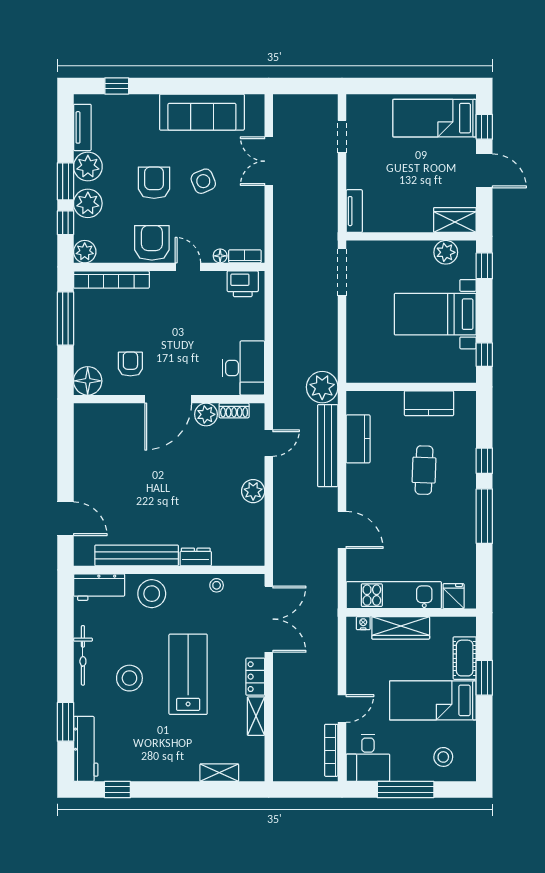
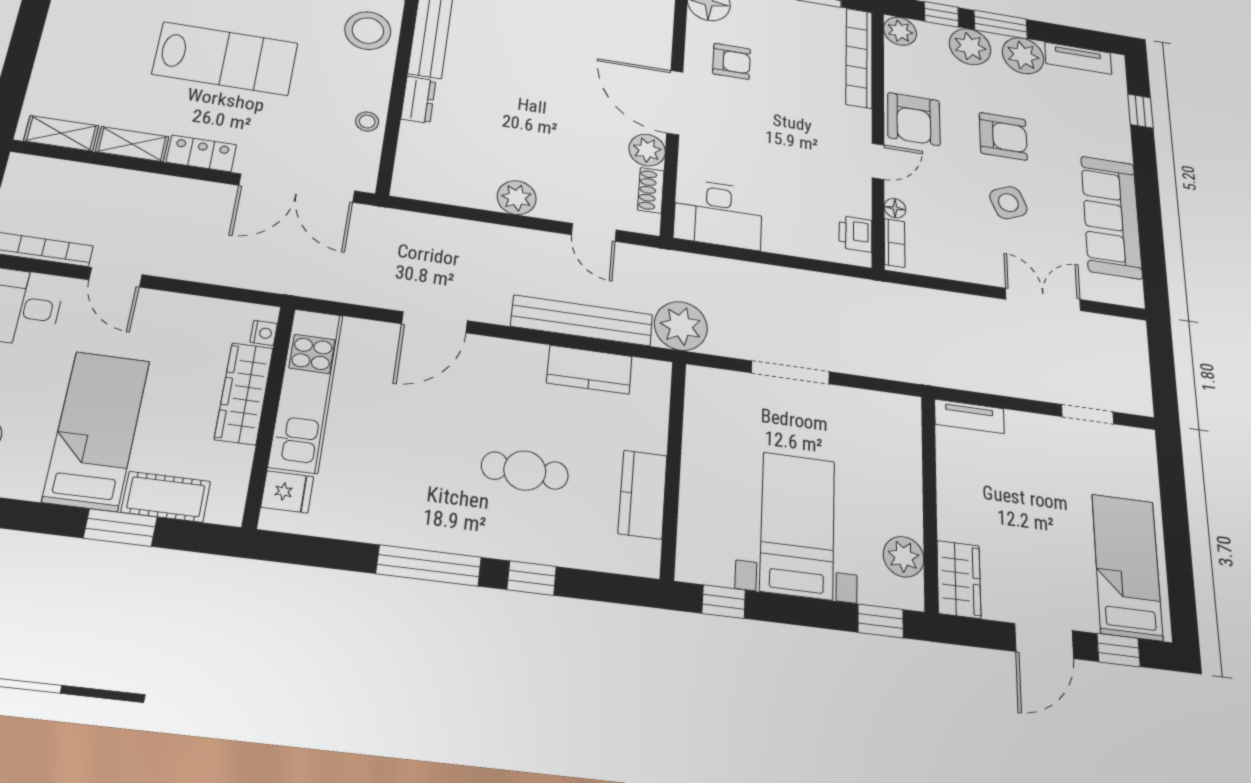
armchair: (152, 243) -> (914, 119), turned 90
doorway: (342, 272) -> (791, 372), moved
printer: (243, 284) -> (855, 234), width x0.73, depth x0.81
shelving: (219, 773) -> (61, 133), moved, turned 90

